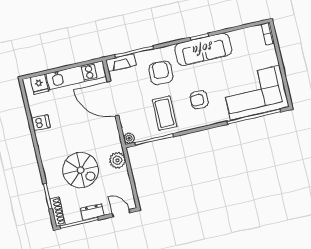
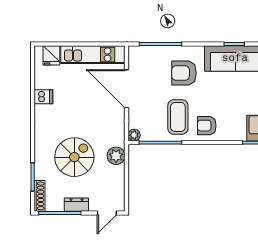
fireplace: (121, 63) -> (144, 52), removed
armchair: (161, 73) -> (184, 73), turned -92
armchair: (199, 100) -> (207, 126), moved
spiral stairs: (81, 170) -> (74, 157), turned -90
door: (121, 213) -> (107, 213), swing flipped

